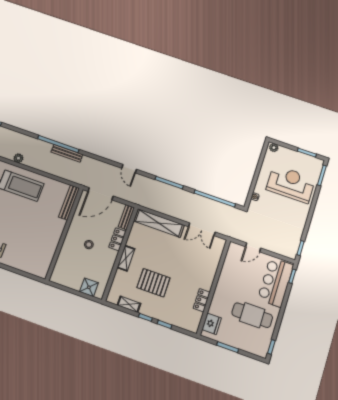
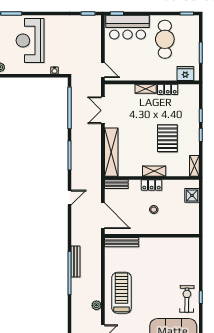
double door: (202, 229) -> (103, 110), swing flipped
locker: (117, 239) -> (152, 185), moved
door: (253, 247) -> (103, 70), moved
shelving: (209, 278) -> (146, 89), added
shelving: (129, 304) -> (194, 166), moved

